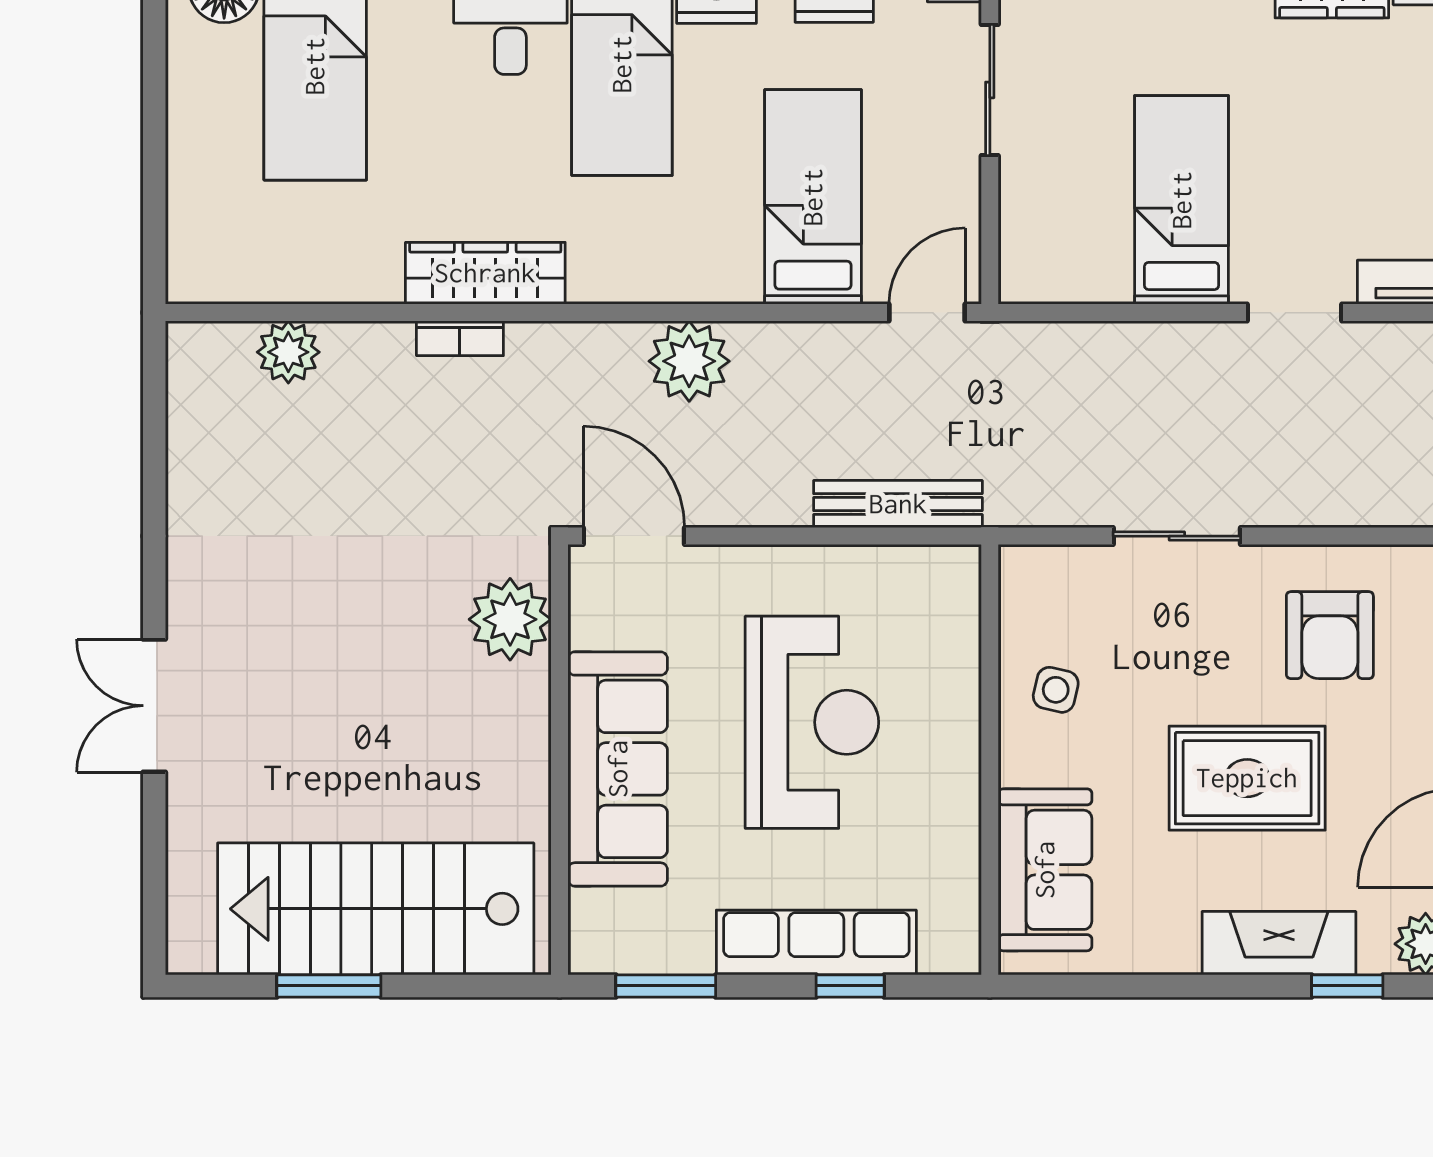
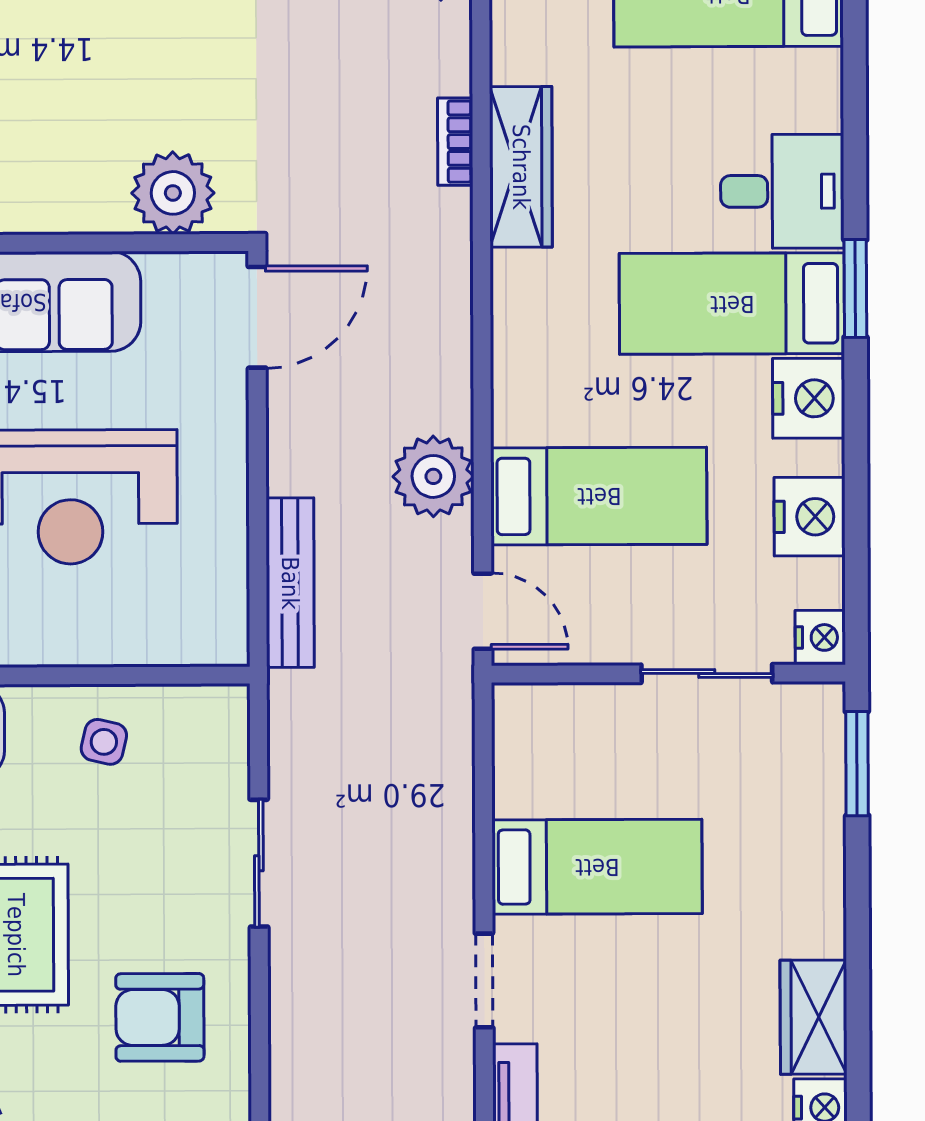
plant: (689, 361) -> (433, 476), moved

